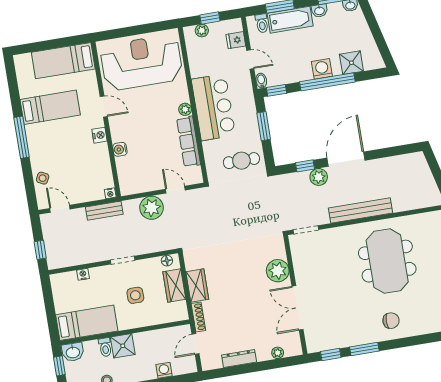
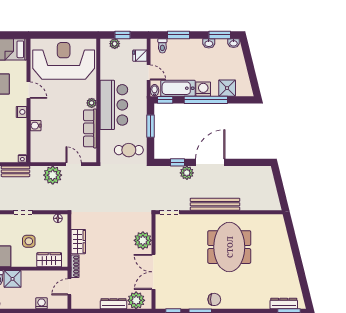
bathtub: (290, 20) -> (178, 88), moved, turned 180
wardrobe: (174, 285) -> (49, 260), moved, turned 90
chair: (391, 321) -> (214, 299), moved
plant: (278, 353) -> (136, 300), width x1.87, depth x1.87
dresser: (239, 358) -> (113, 304), moved

